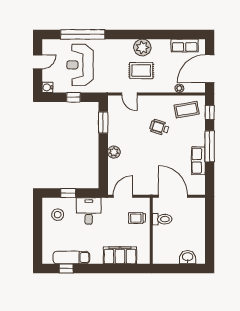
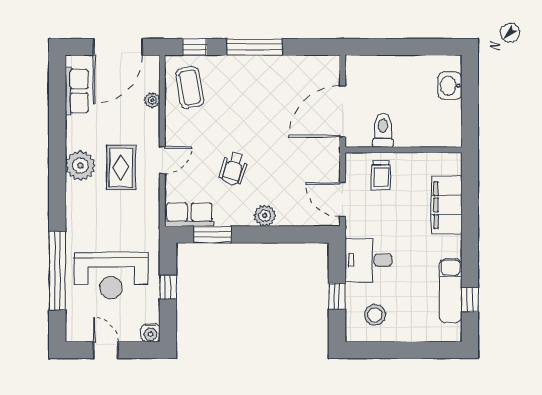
door: (210, 69) -> (118, 47), hinge flipped
door: (129, 94) -> (162, 160), moved
wheelchair: (159, 127) -> (234, 168), moved
row of seats: (198, 161) -> (189, 215), moved, turned 180

